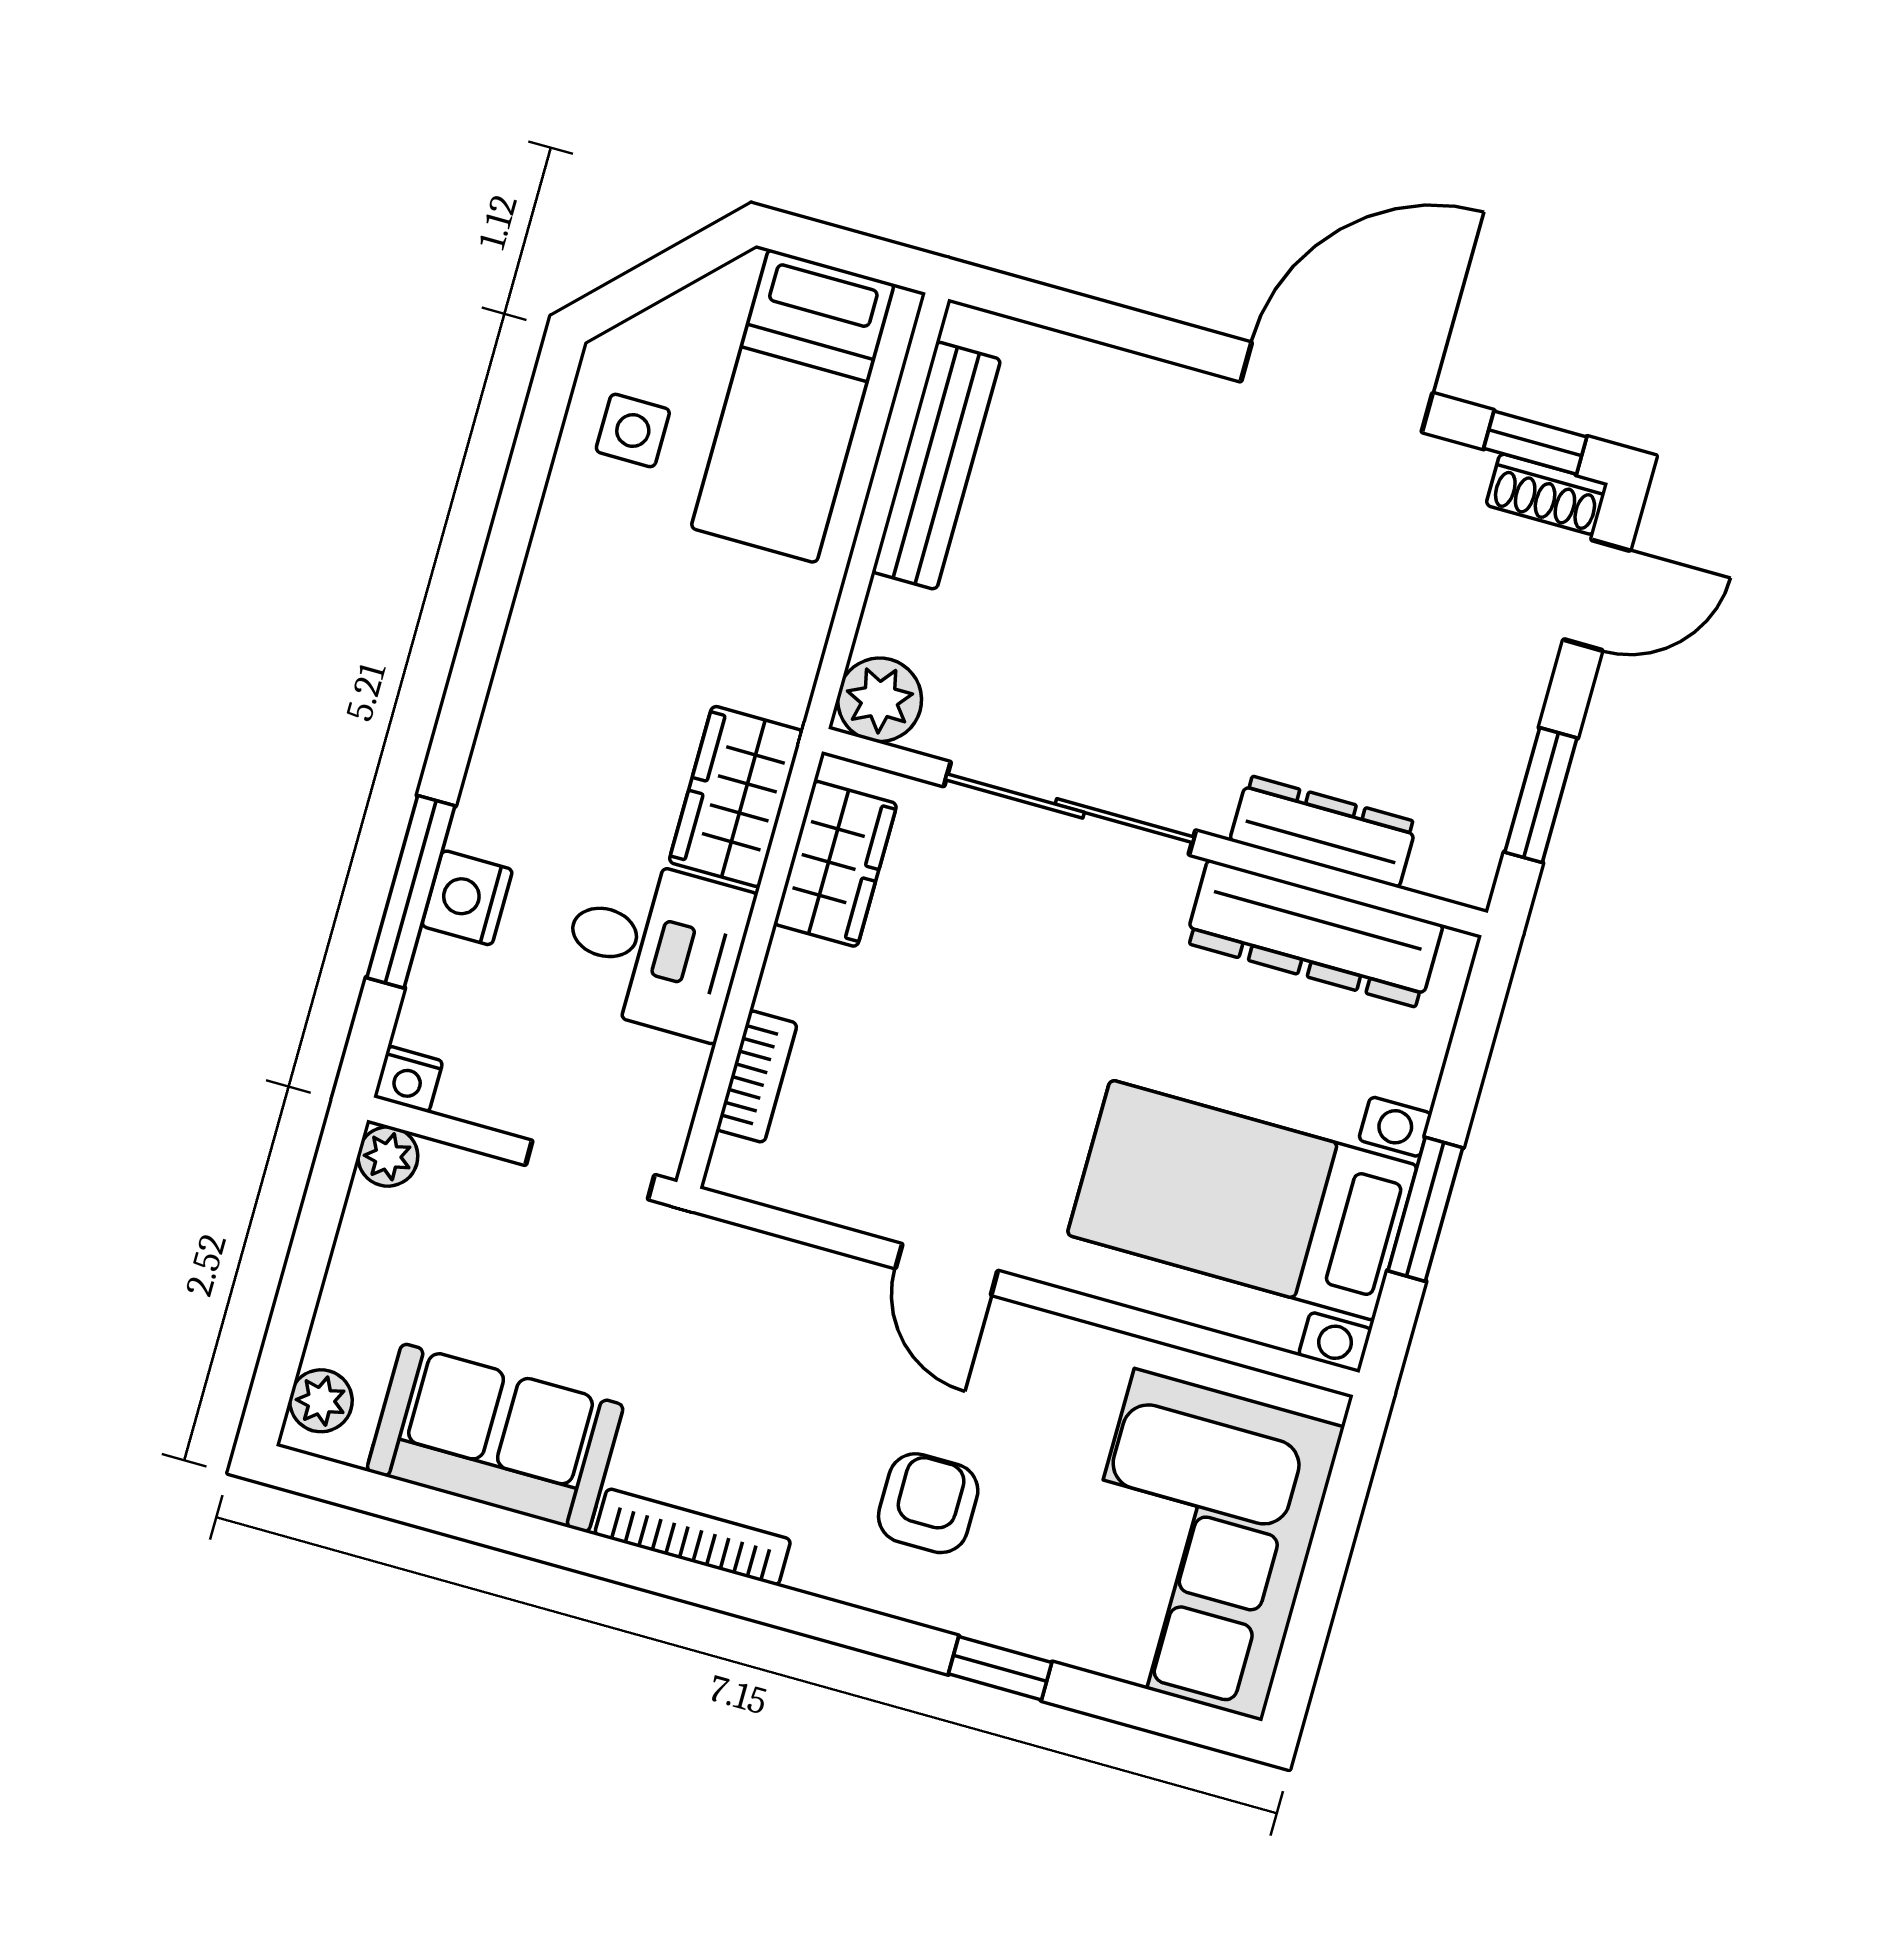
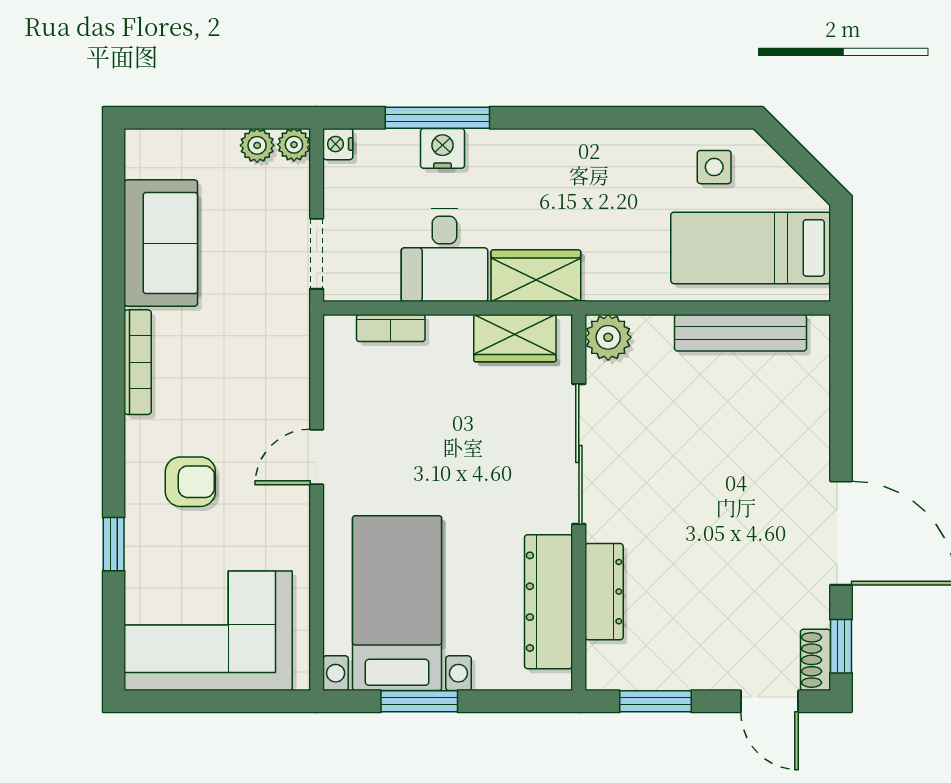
plant: (321, 1401) -> (257, 145), moved

